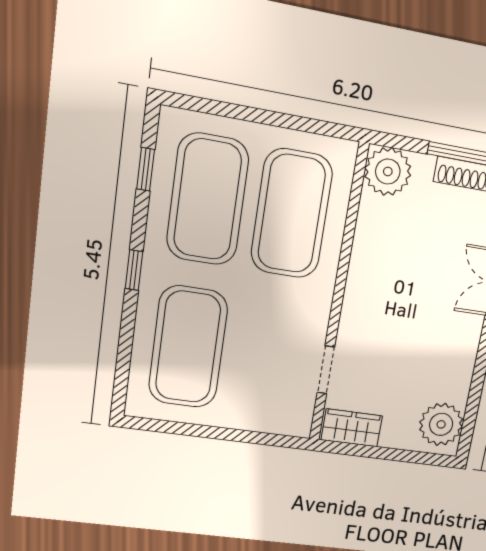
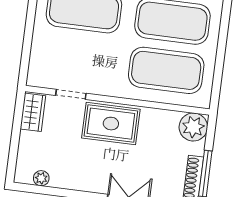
rug: (375, 308) -> (111, 124), added
plant: (441, 424) -> (41, 178), width x0.53, depth x0.53

